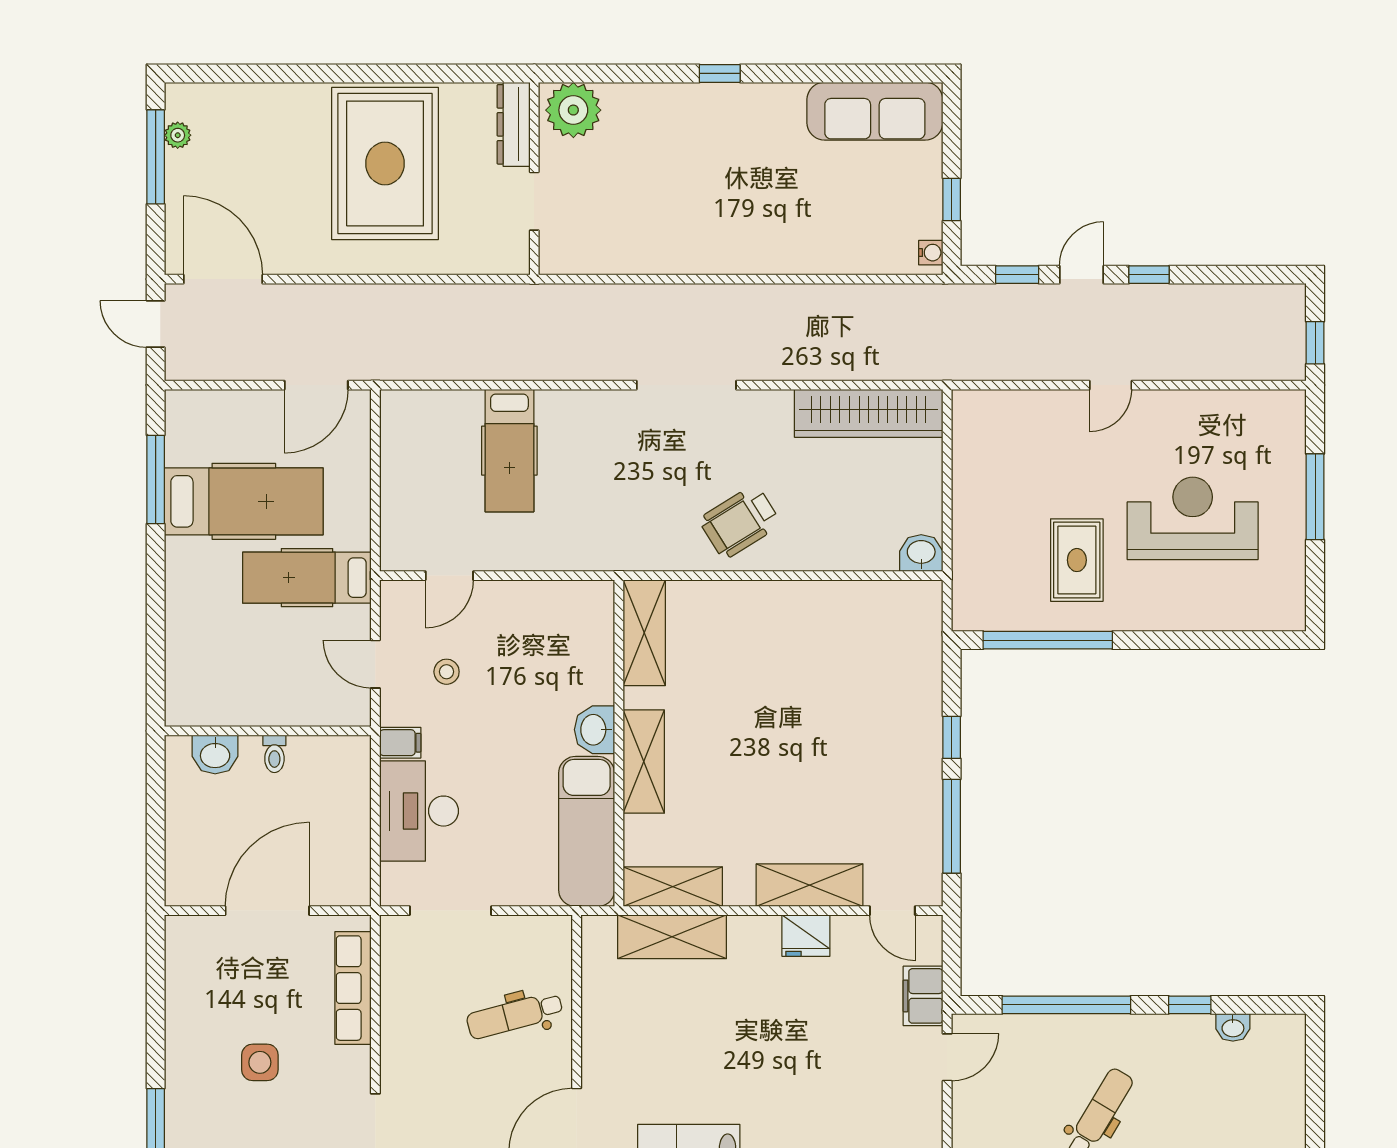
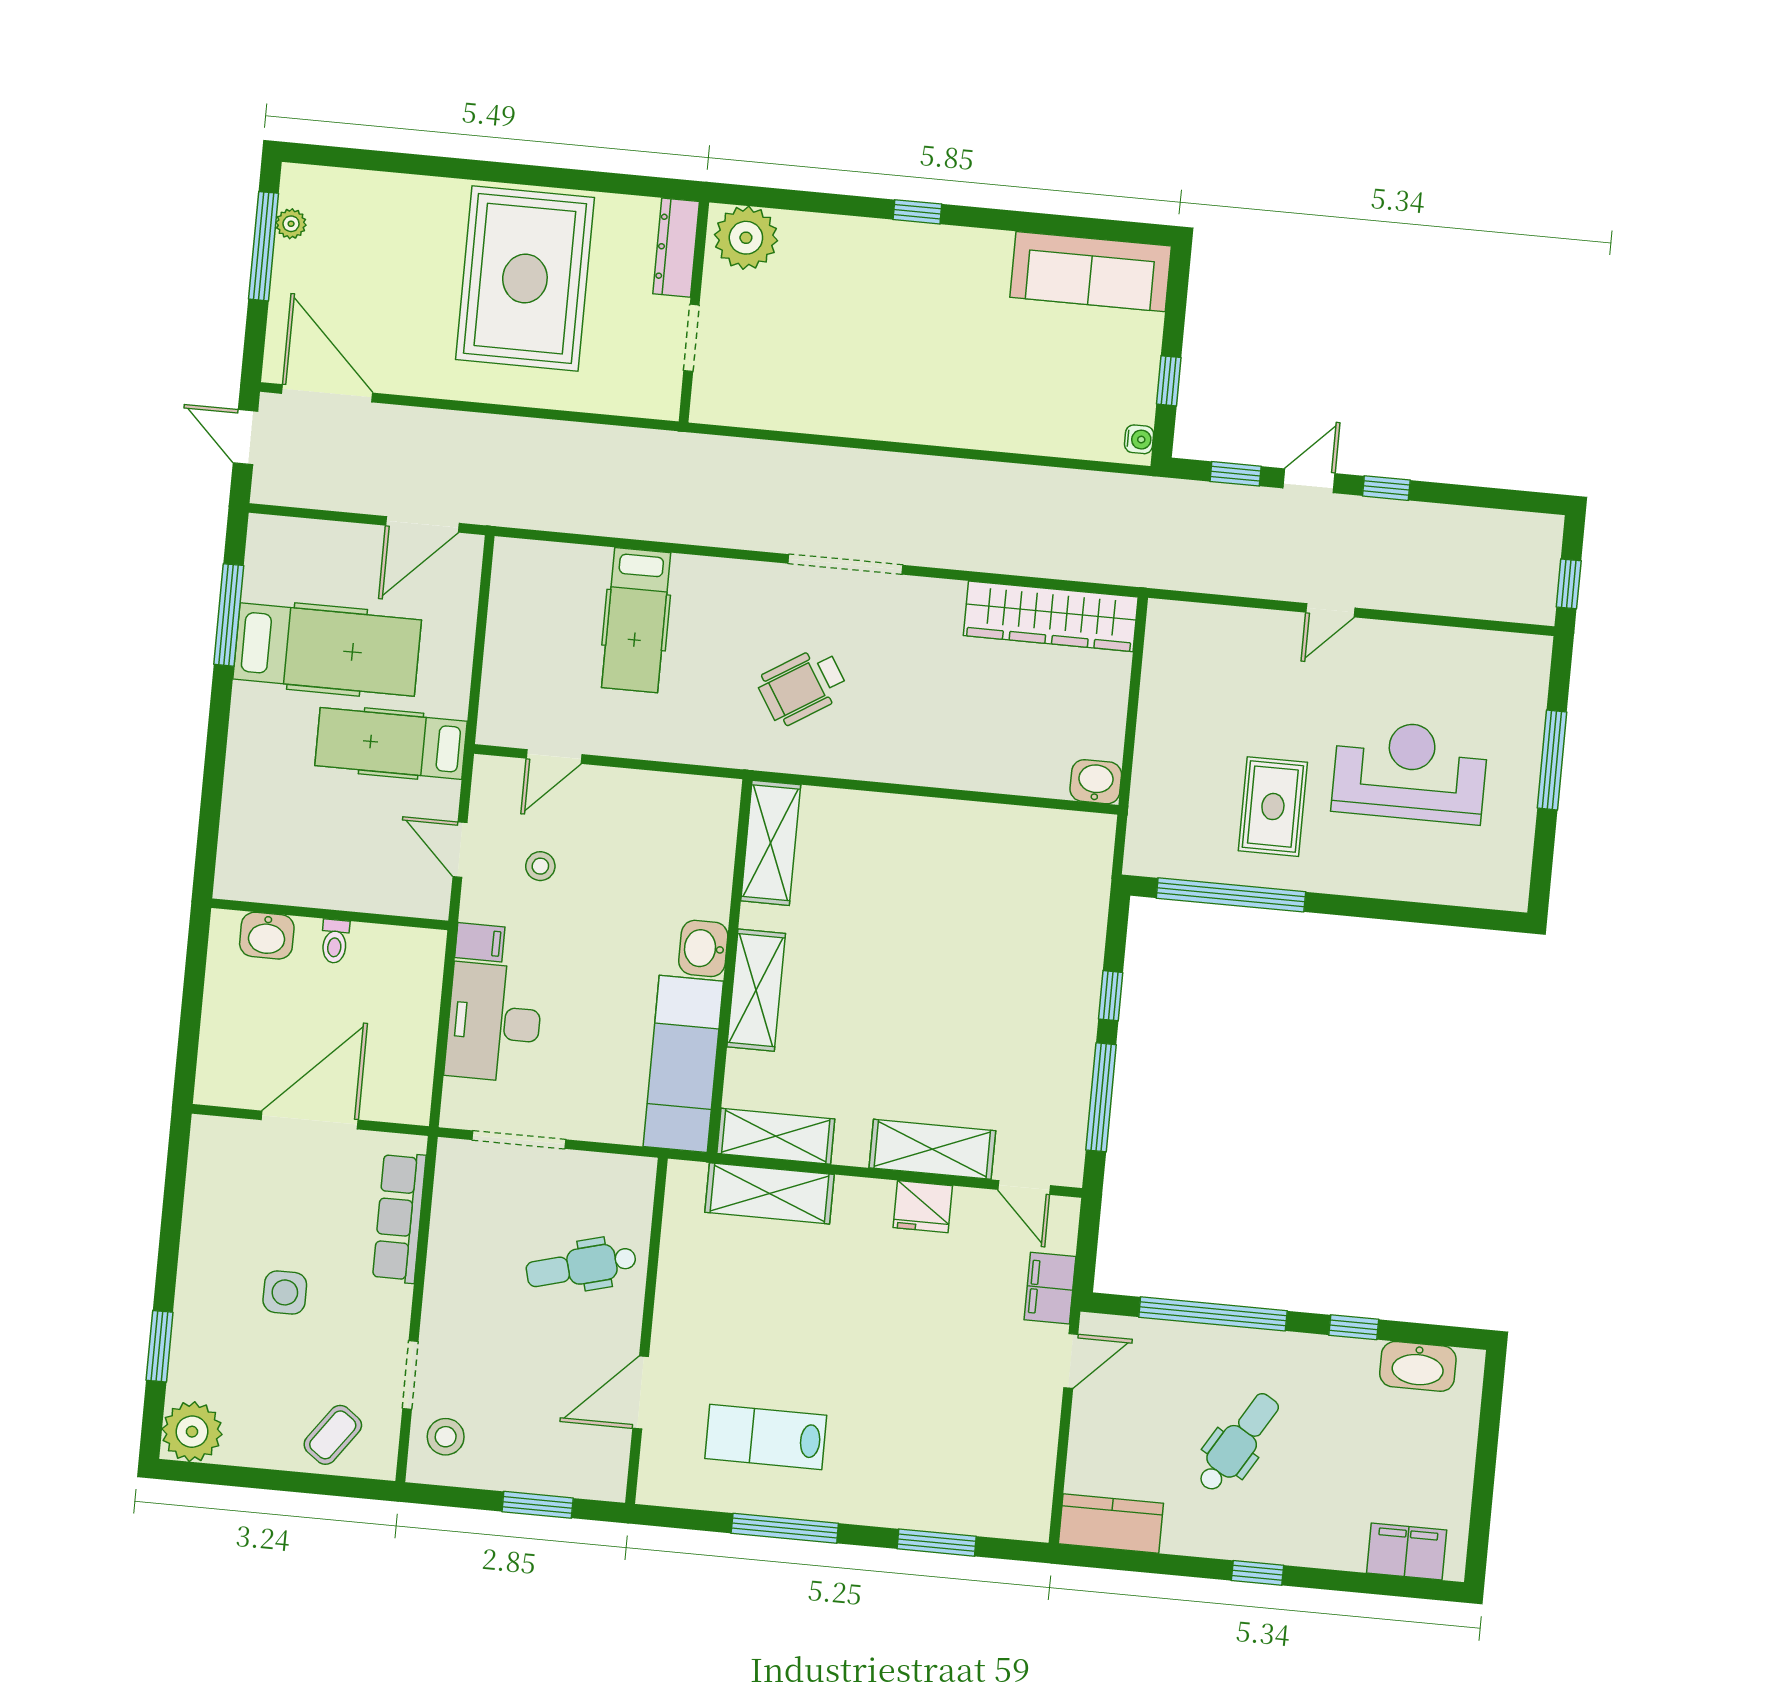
wheelchair: (740, 522) -> (802, 686), moved
washbasin: (1233, 1027) -> (1418, 1366), width x1.91, depth x1.45

